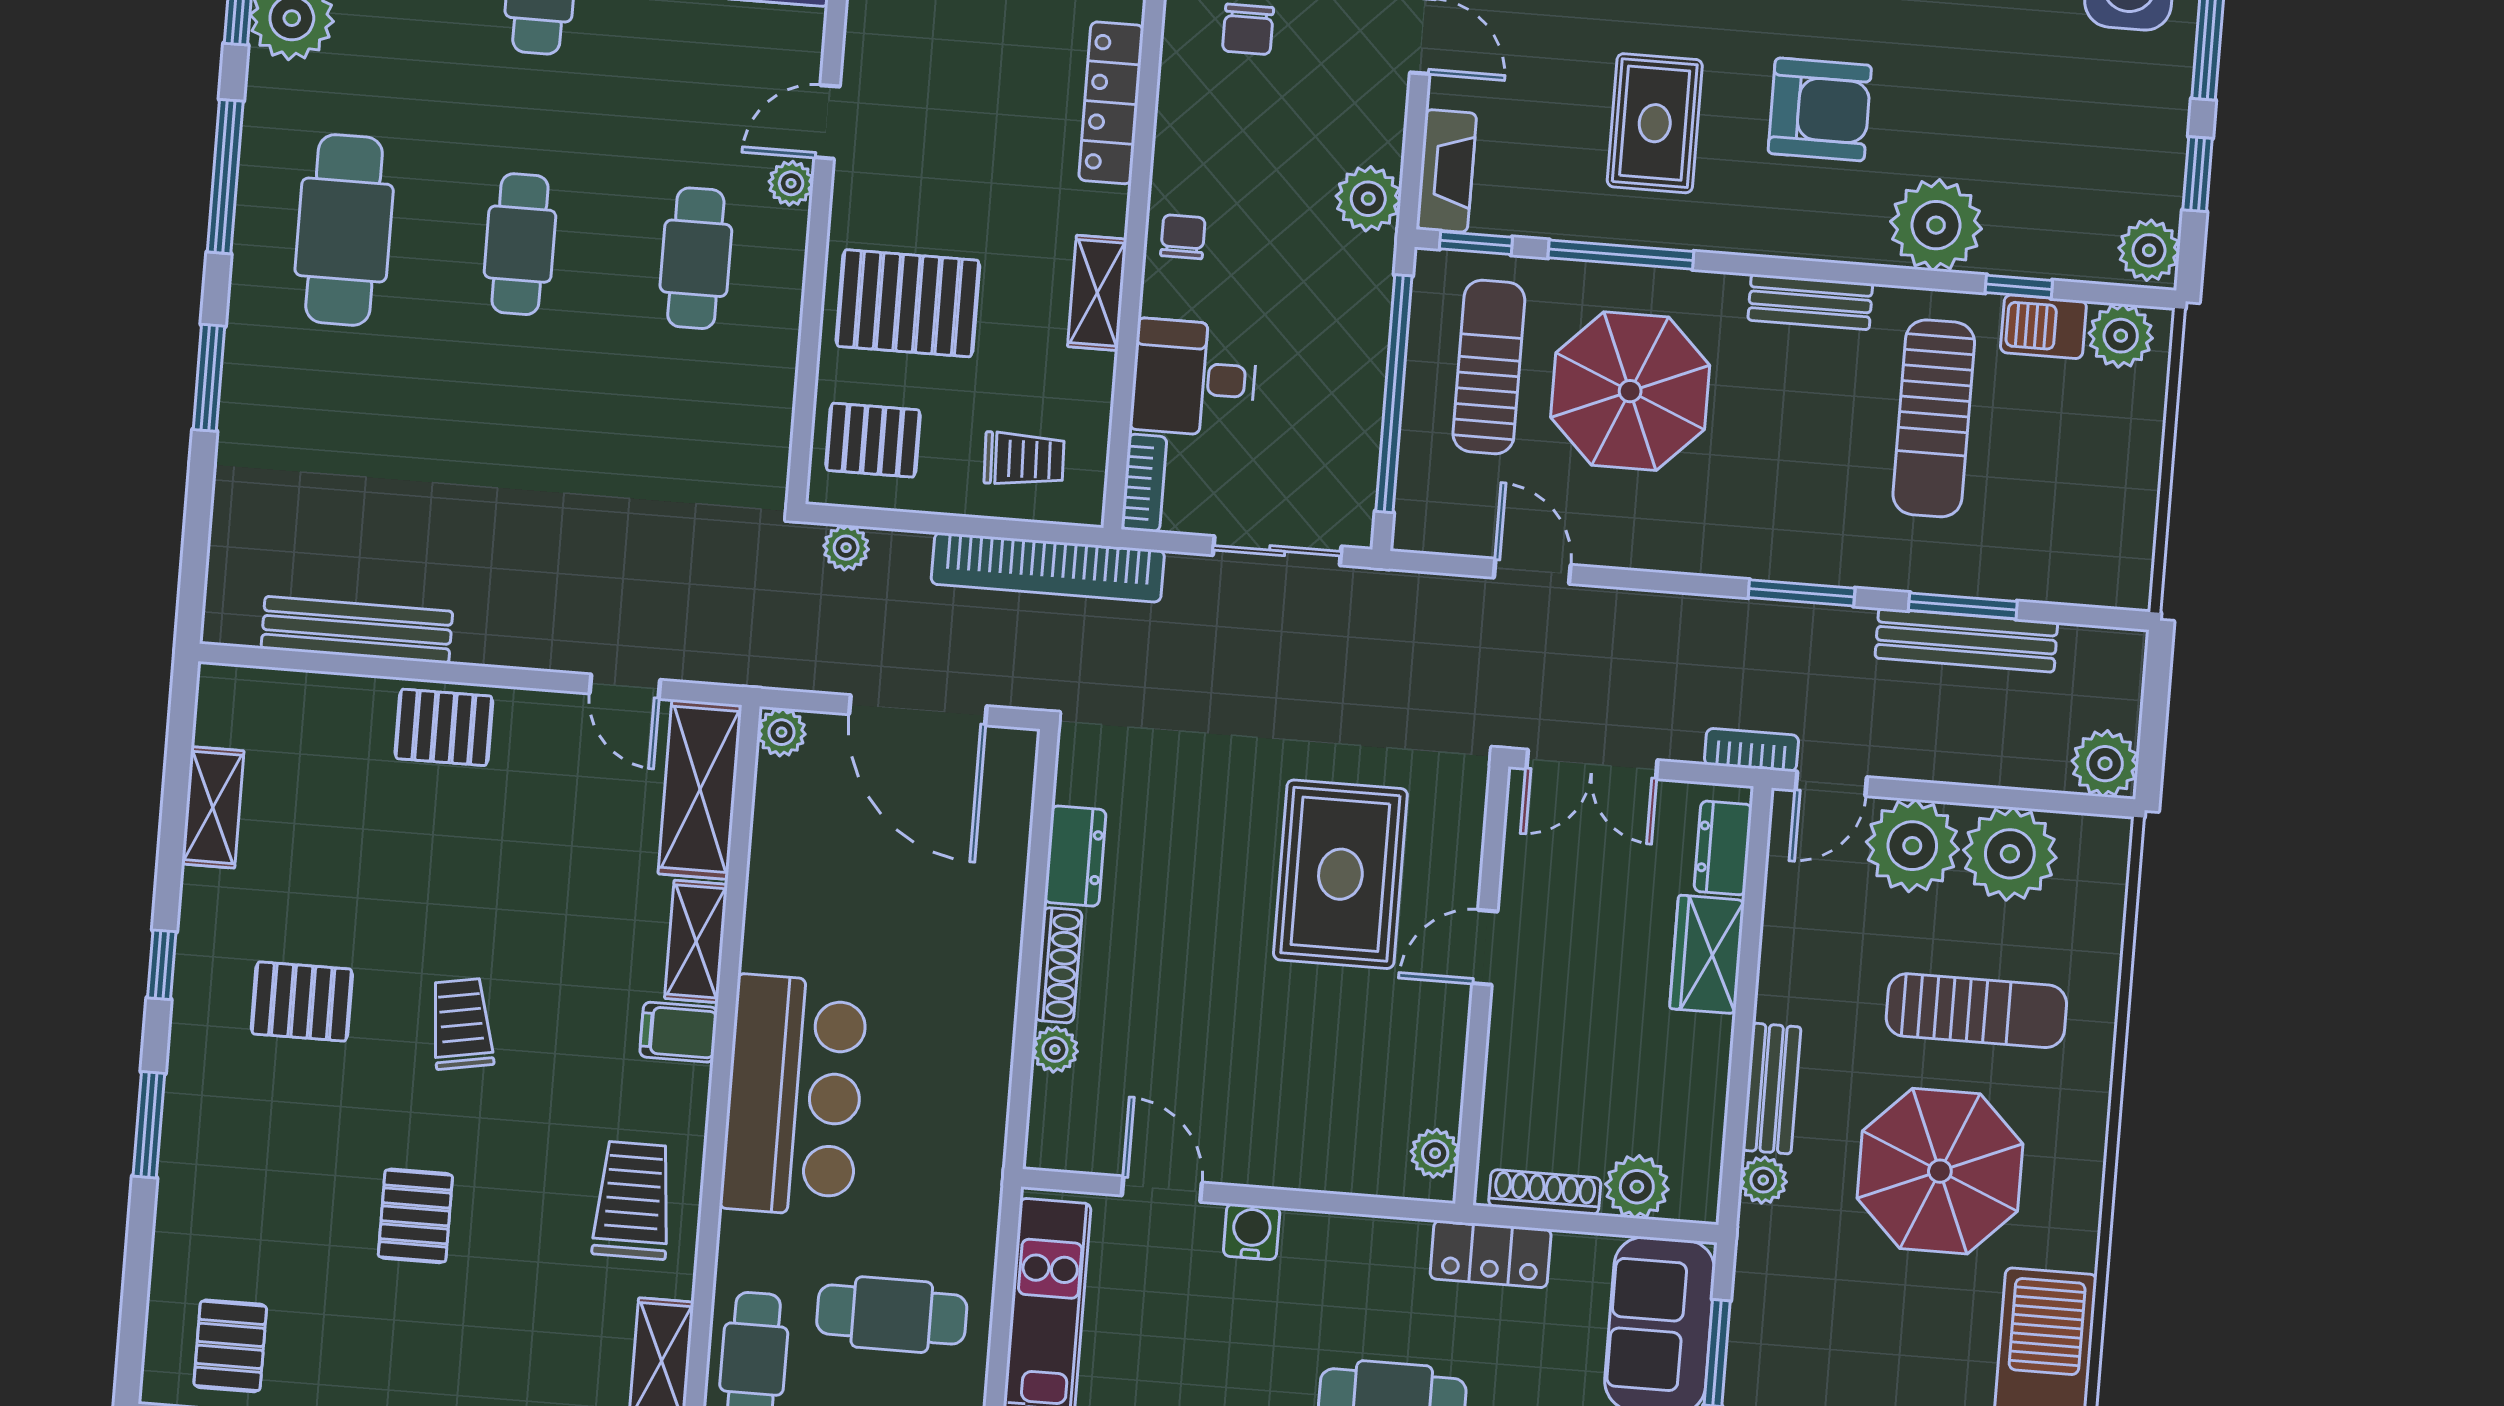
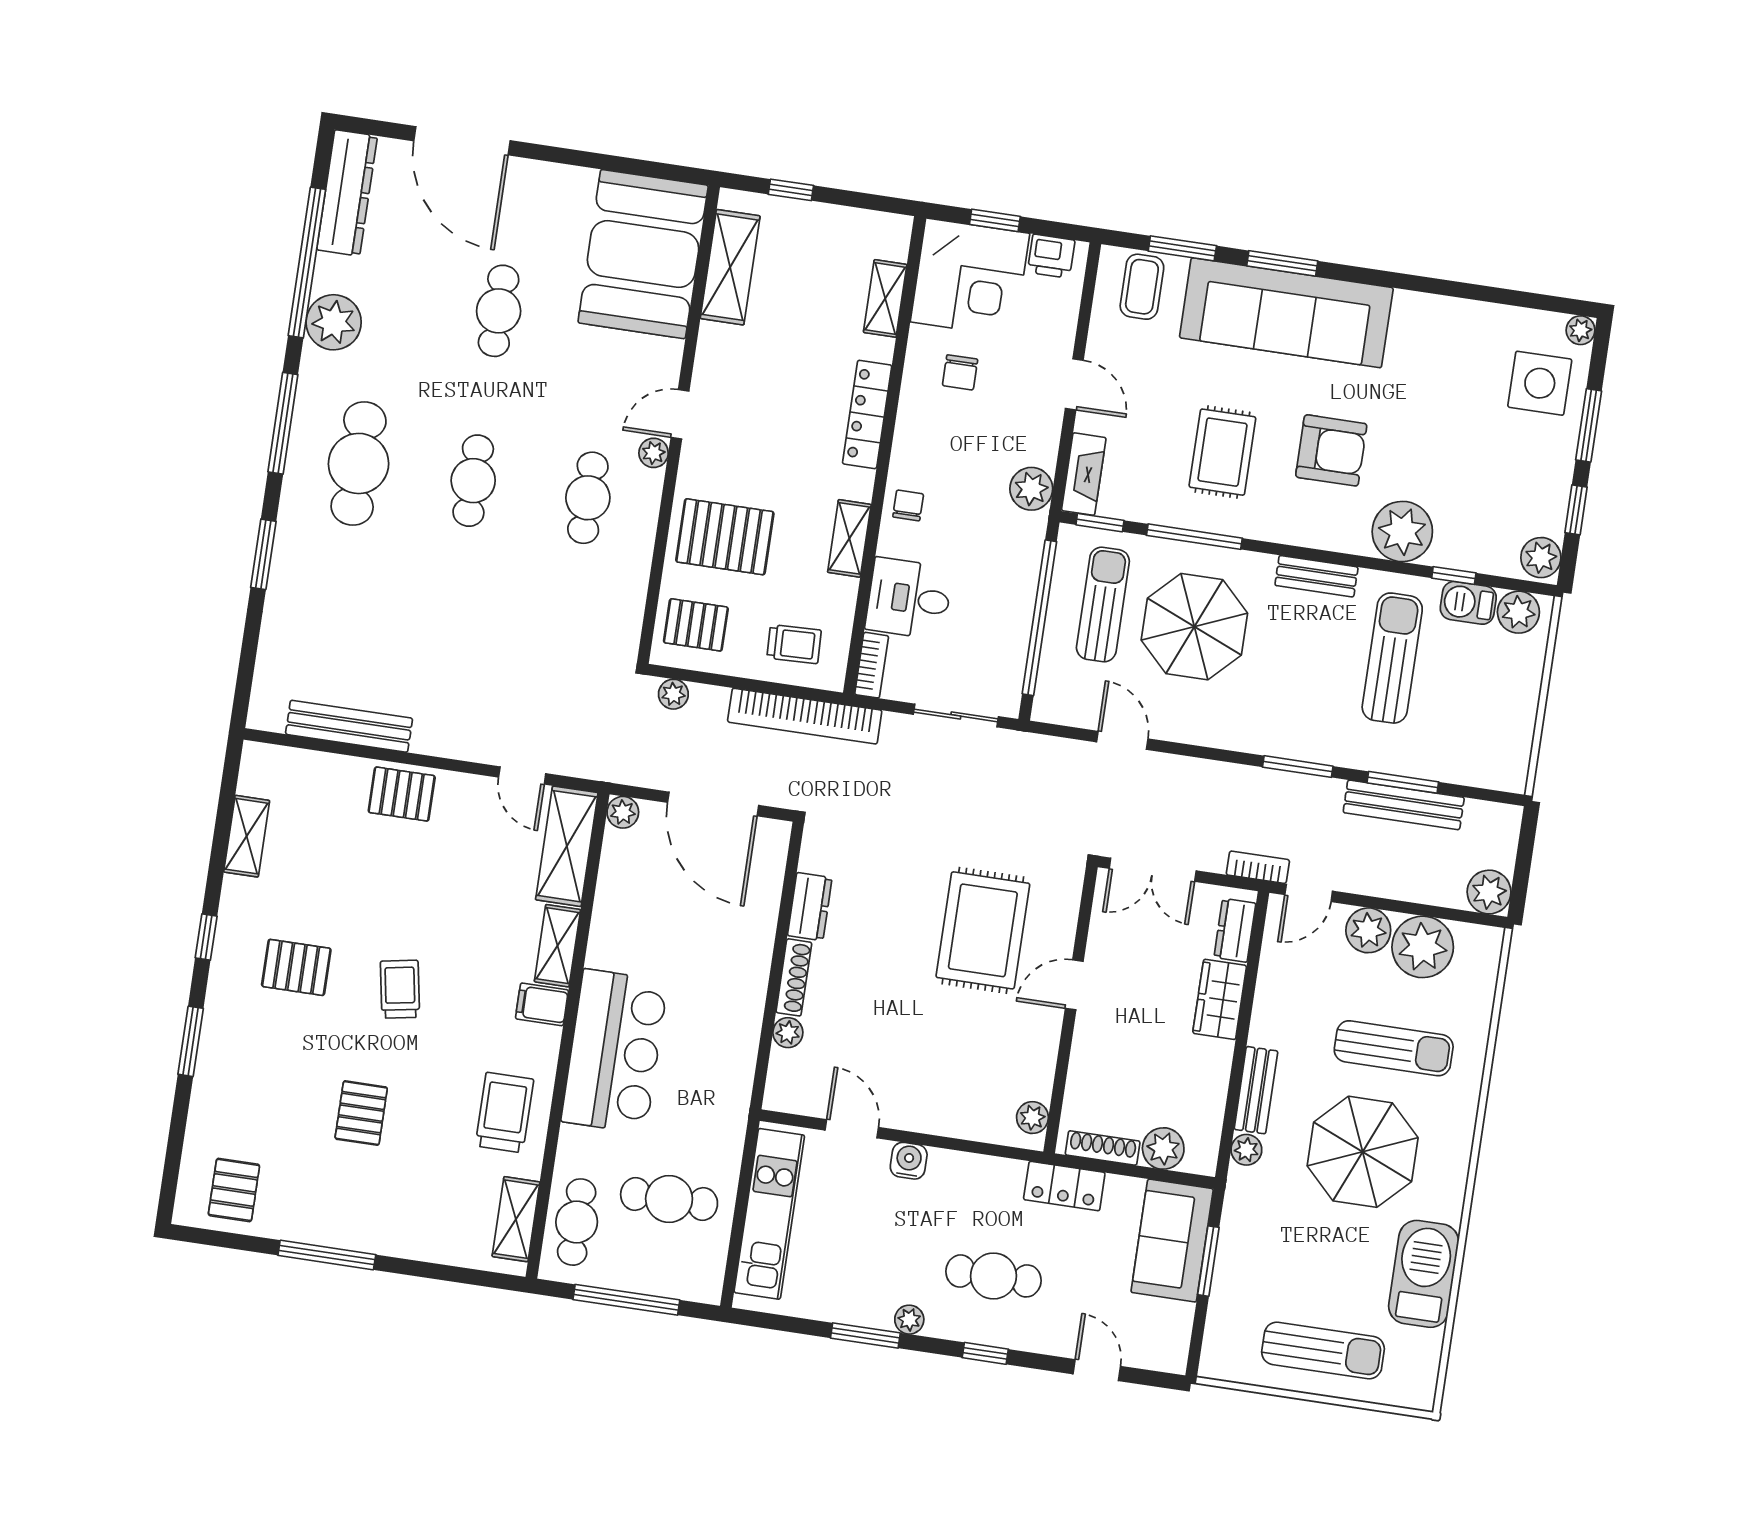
sun lounger: (1934, 418) -> (1392, 658), turned 180
plant: (1912, 846) -> (1368, 930), width x0.73, depth x0.73

